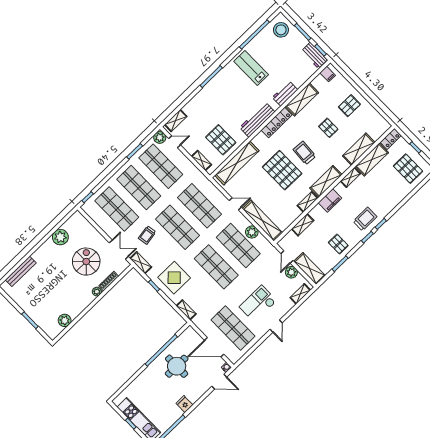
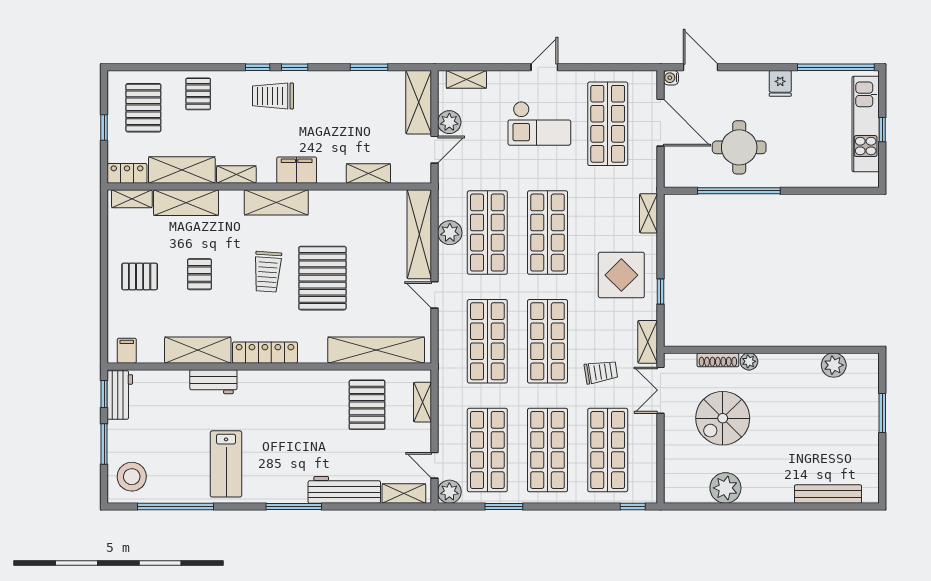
workbench: (257, 120) -> (344, 490), moved, turned 180
shelving: (308, 202) -> (132, 199), moved
pallet: (338, 244) -> (198, 94), moved

